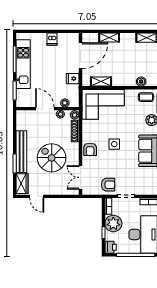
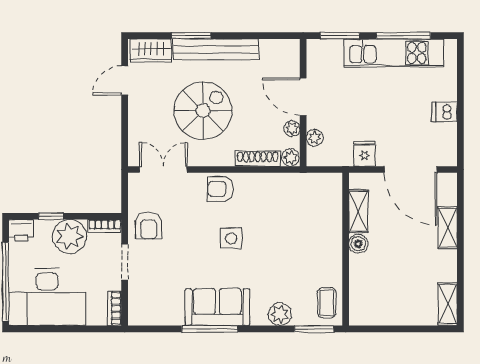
boiler: (141, 82) -> (358, 244), moved
corner sofa: (103, 104) -> (312, 215), removed
door: (45, 109) -> (303, 97), swing flipped

